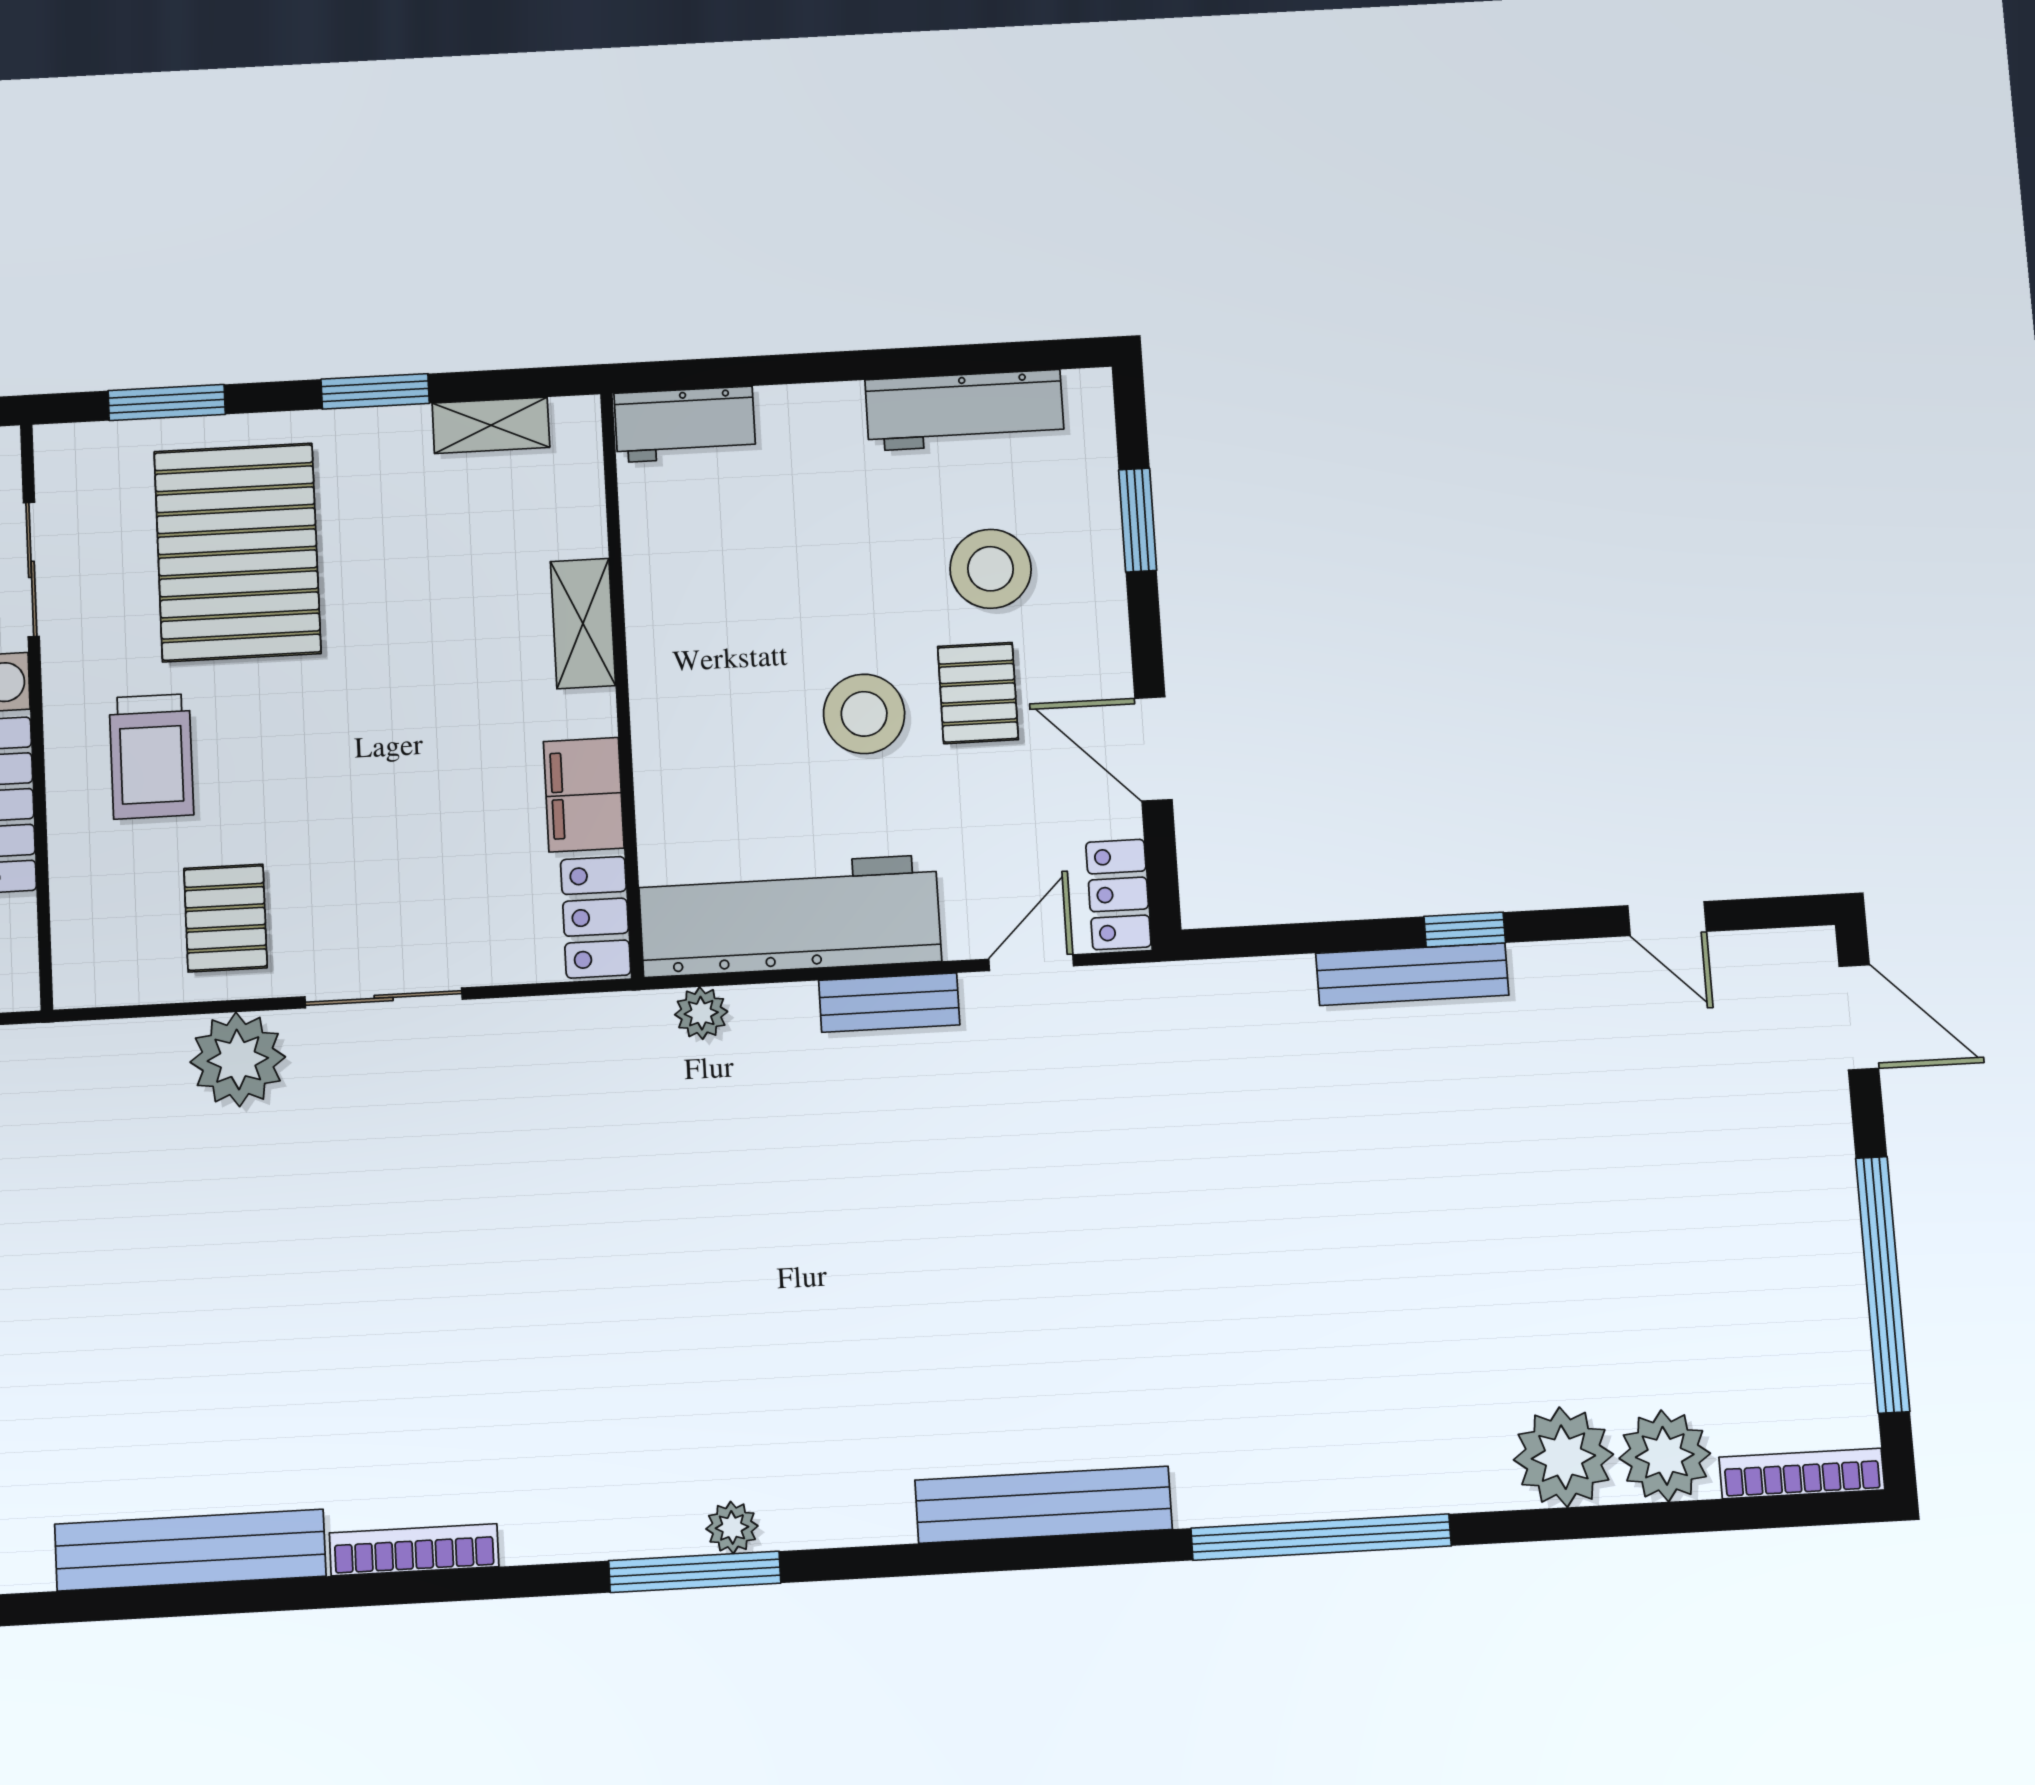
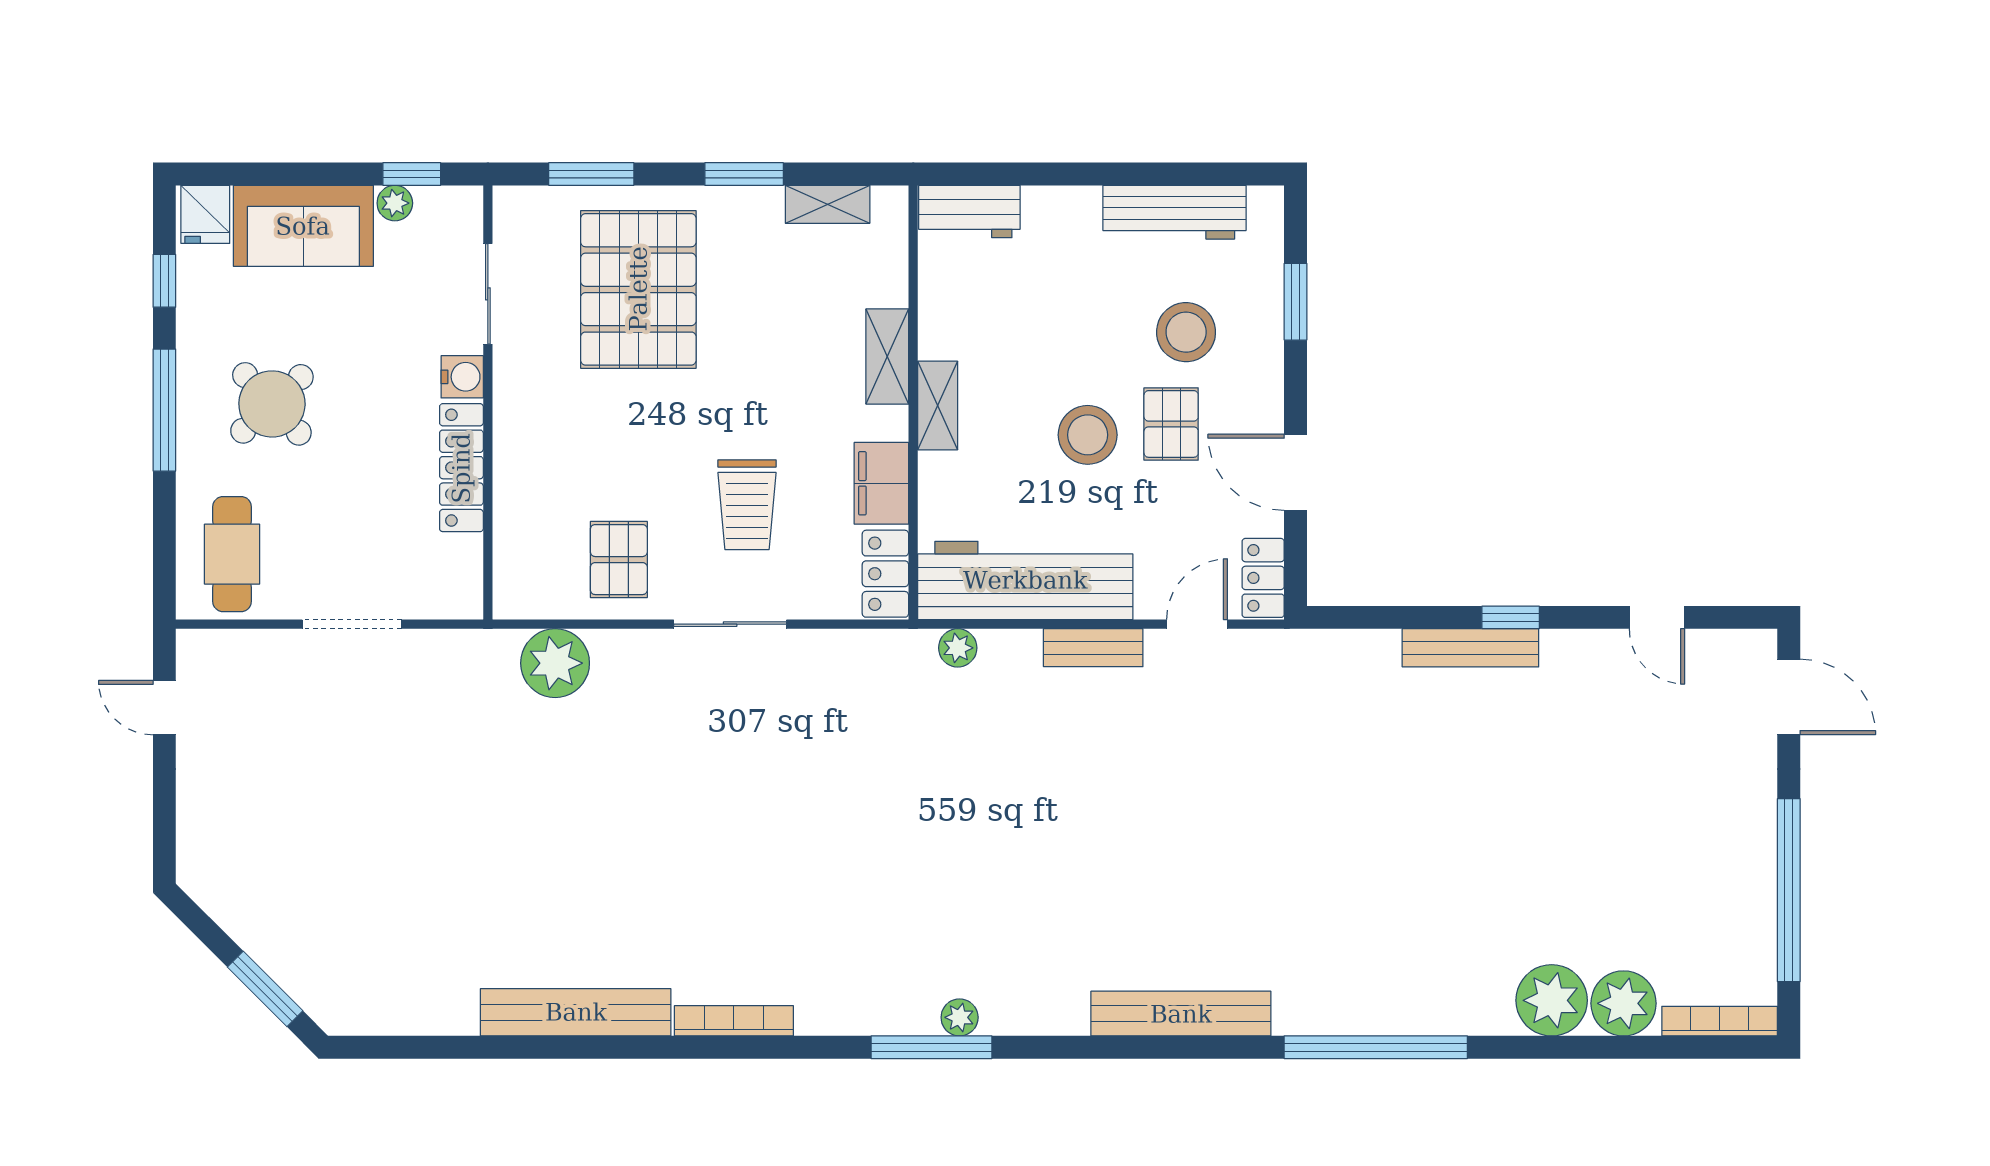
shelving: (656, 686) -> (938, 406), added
trolley: (151, 756) -> (747, 505), moved
plant: (238, 1059) -> (555, 663), moved

